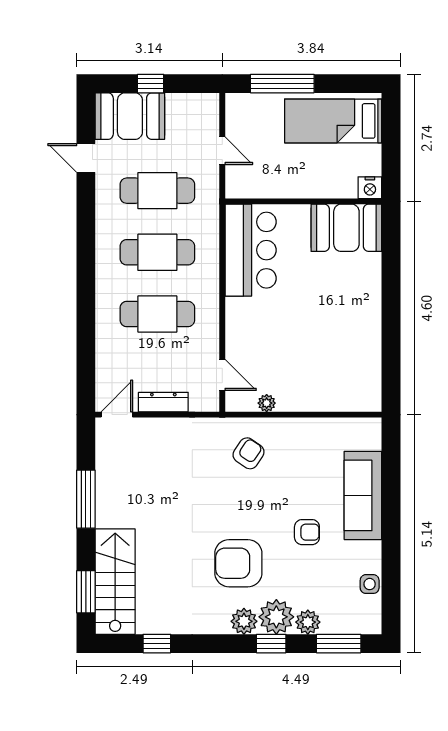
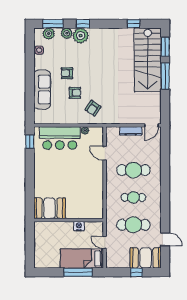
bed: (333, 121) -> (82, 259), moved, turned 180
nightstand: (370, 188) -> (79, 226), moved
bar counter: (251, 250) -> (60, 138), moved, turned -90
cafe table: (157, 252) -> (133, 197), width x0.73, depth x0.74
door: (222, 375) -> (105, 153), moved
window: (391, 378) -> (30, 142), added
window: (86, 499) -> (165, 76), moved
armchair: (238, 563) -> (75, 93), moved, width x0.53, depth x0.53
stairs: (115, 582) -> (148, 60), width x1.36, depth x1.51
plant: (244, 621) -> (49, 34), moved

